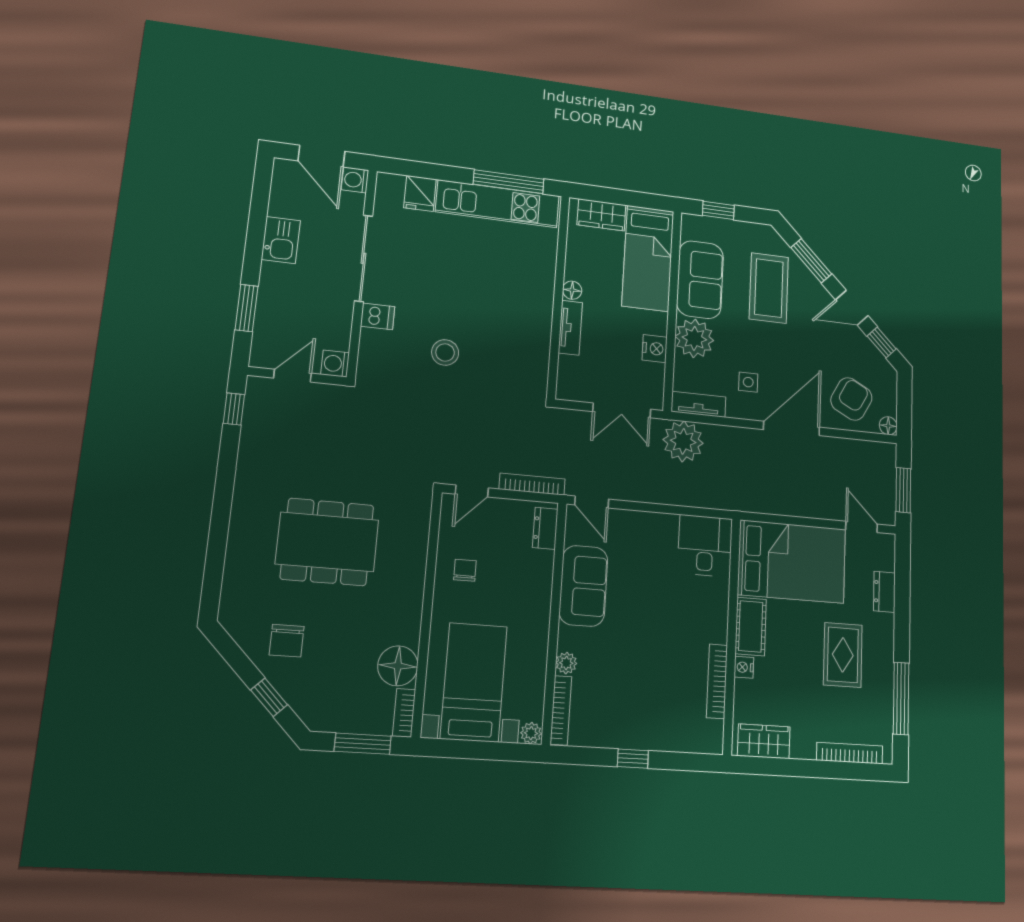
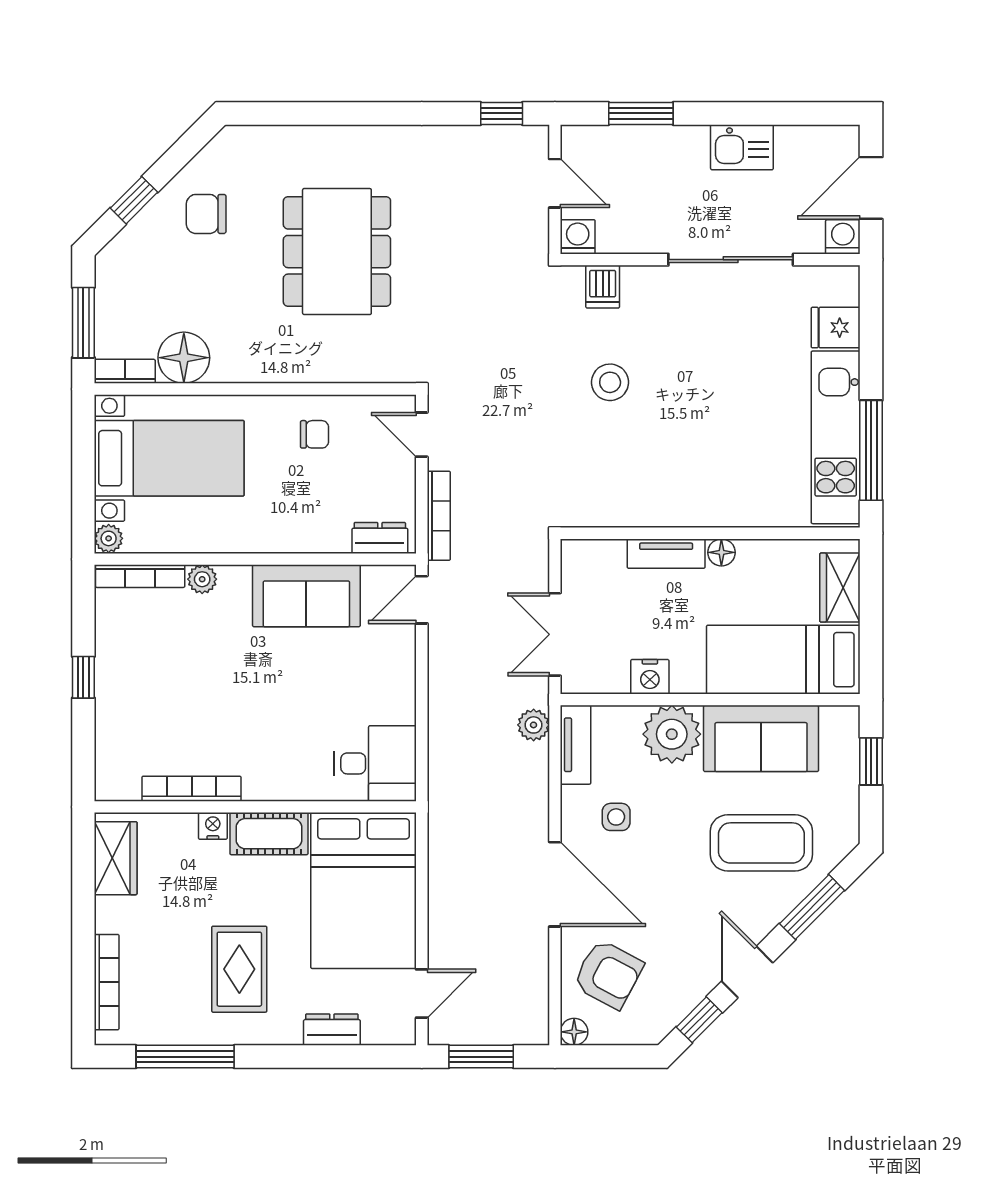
dishwasher: (378, 316) -> (603, 287), moved
plant: (683, 441) -> (534, 725), width x0.53, depth x0.53
rug: (843, 655) -> (239, 969), turned 90

